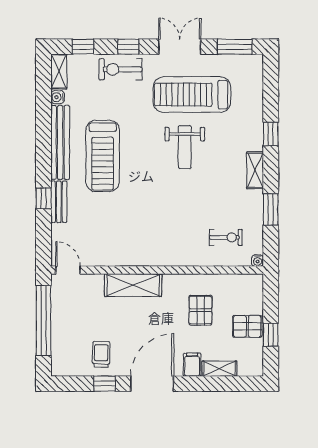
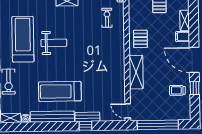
treadmill: (192, 95) -> (23, 39), turned 180
treadmill: (103, 156) -> (60, 91), turned 180
door: (68, 270) -> (128, 111), hinge flipped
pallet: (200, 310) -> (140, 39), moved, turned 90

